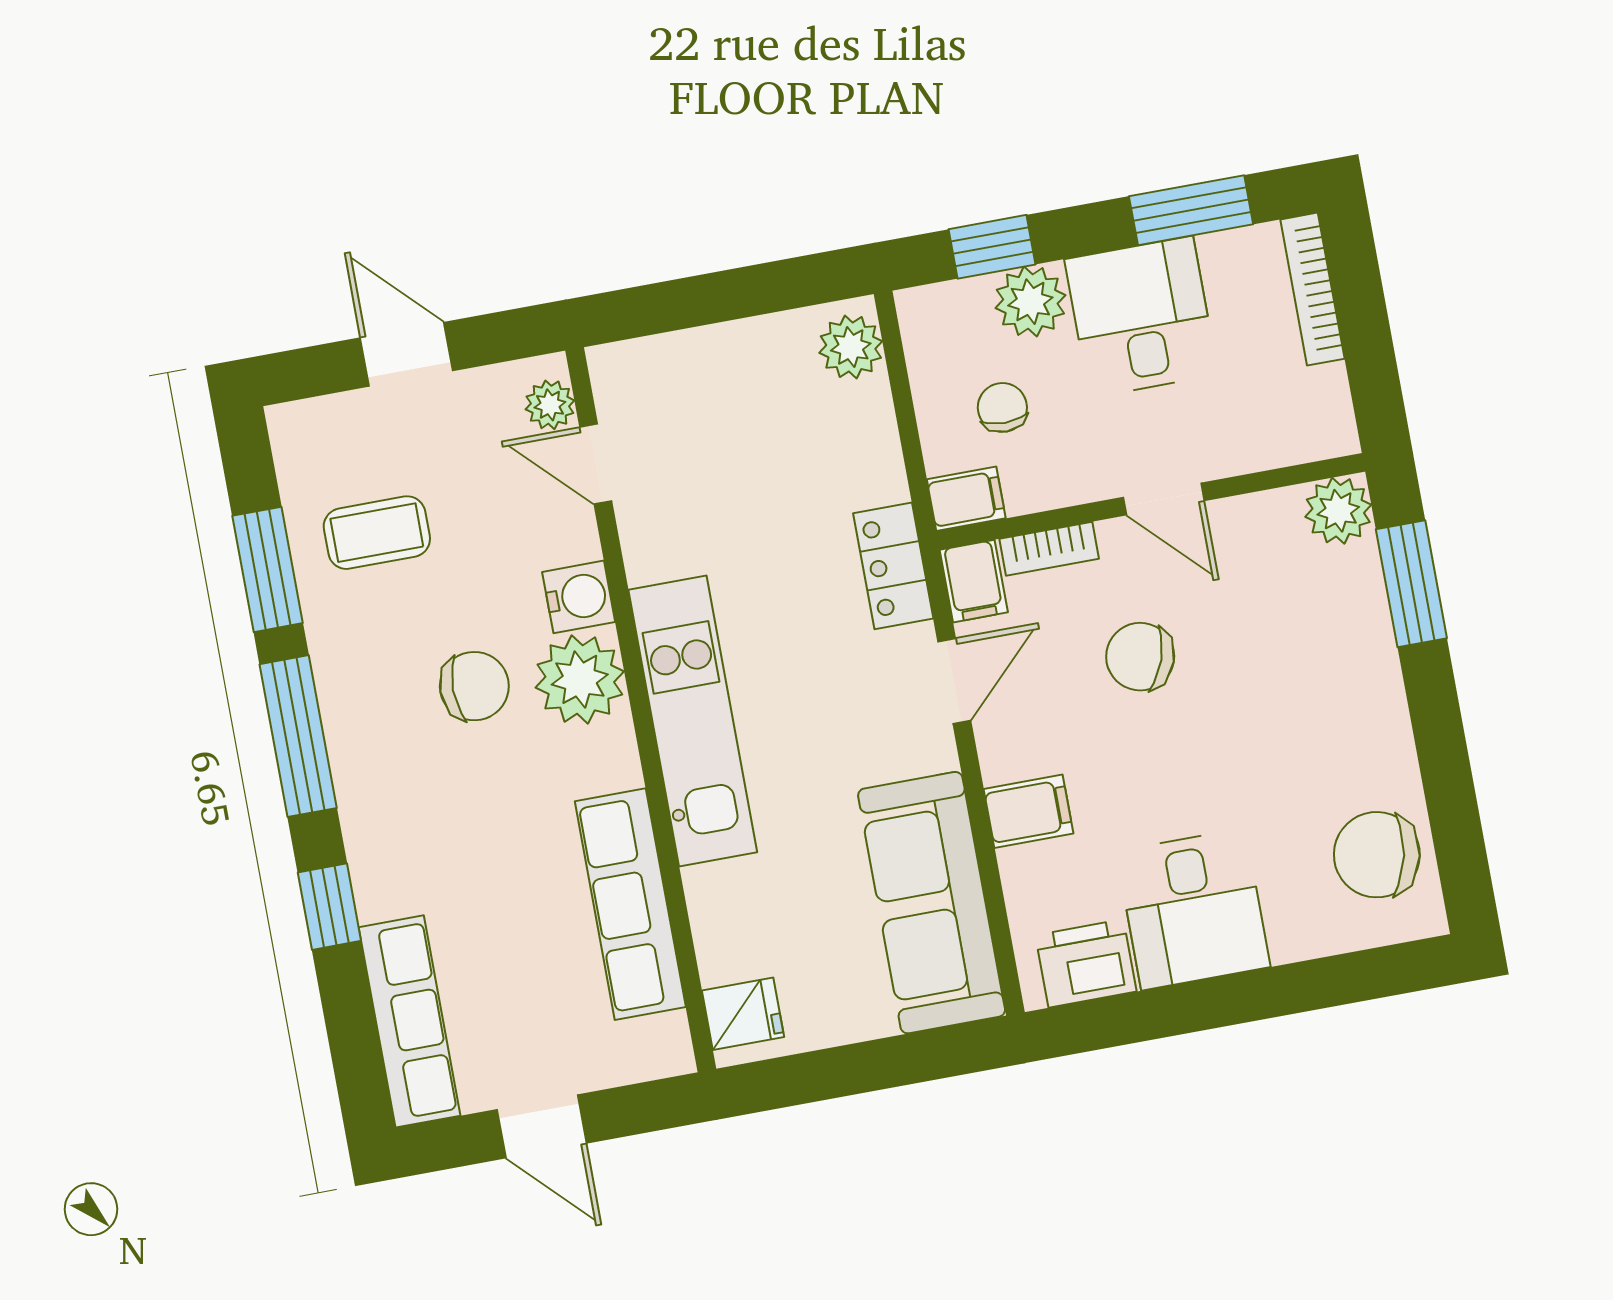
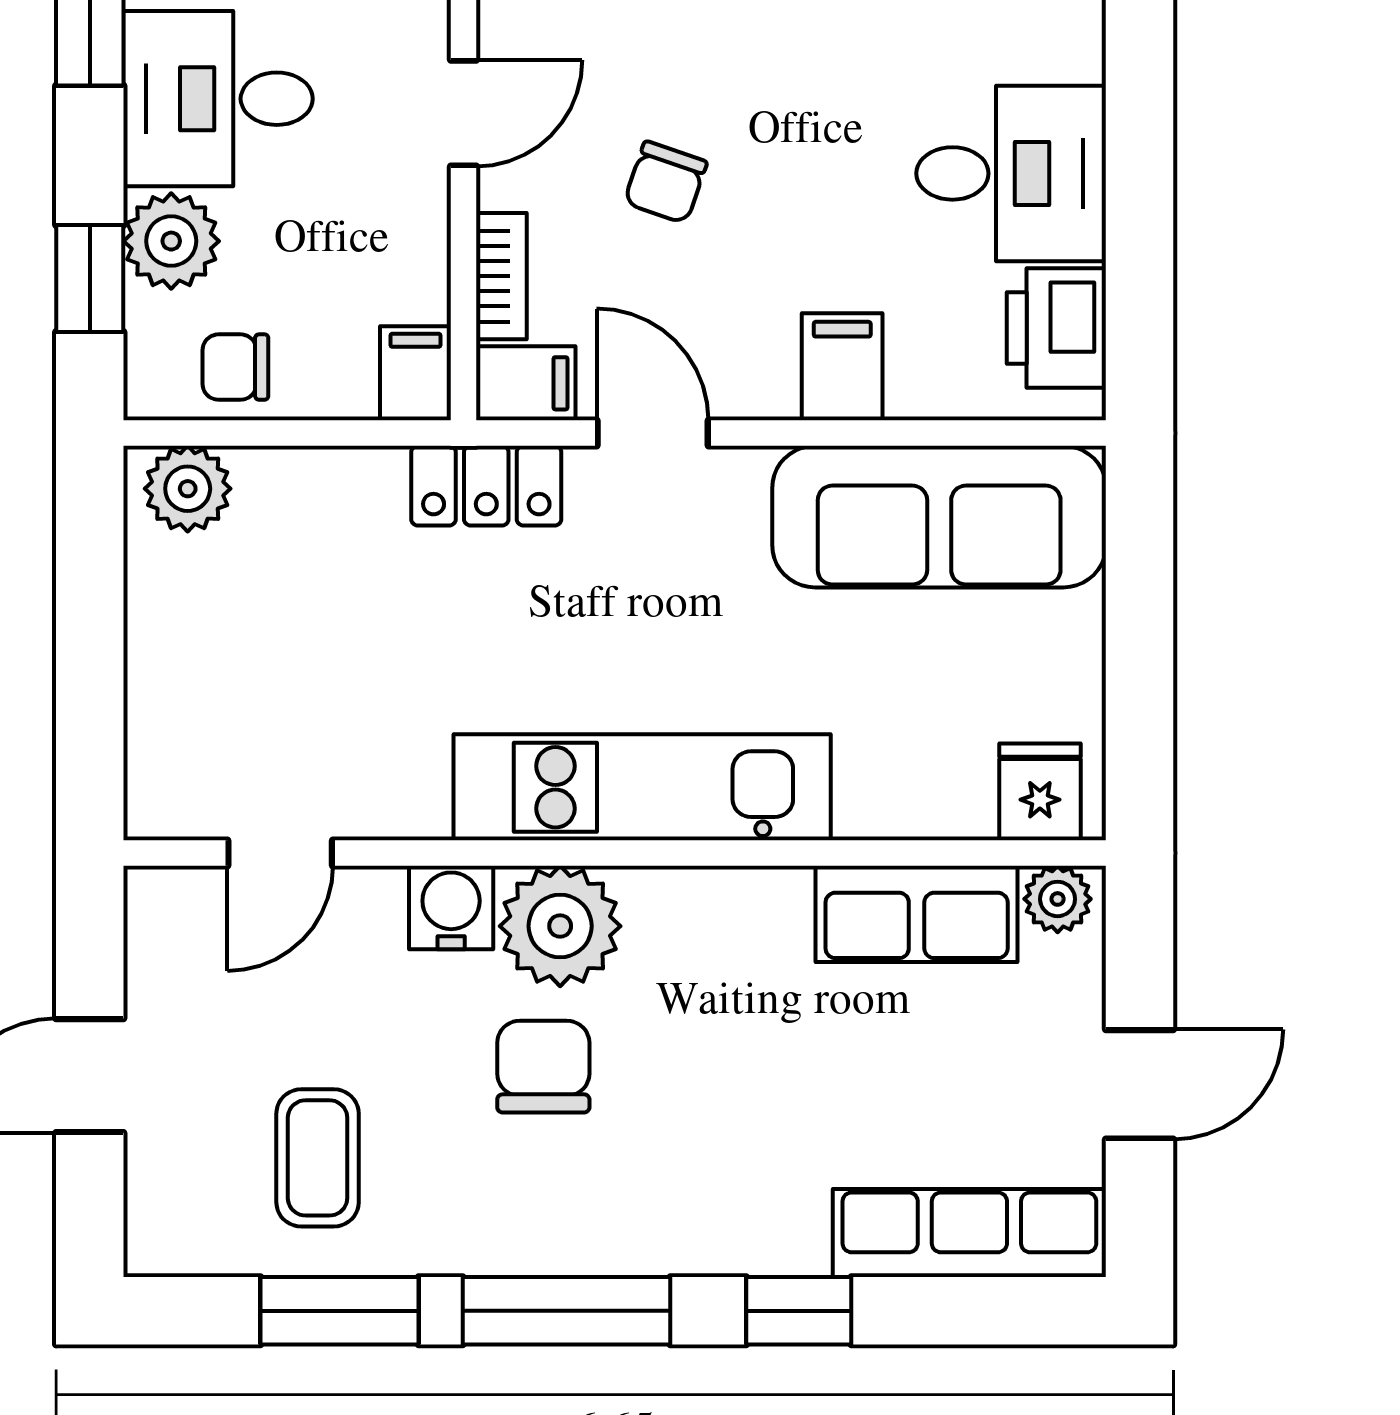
plant: (550, 405) -> (1058, 899), moved
chair: (1002, 407) -> (235, 367), moved
chair: (1140, 657) -> (665, 182), width x0.73, depth x0.73
row of seats: (630, 904) -> (917, 914), width x0.68

